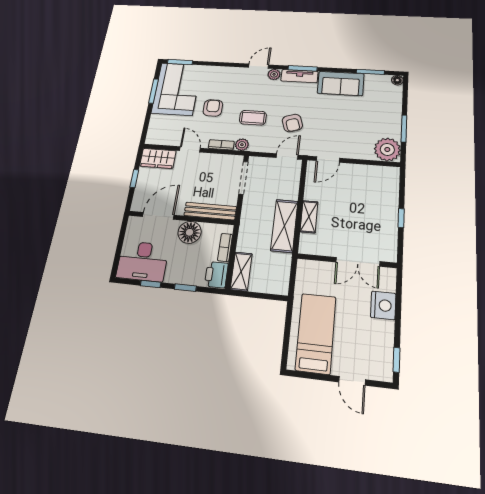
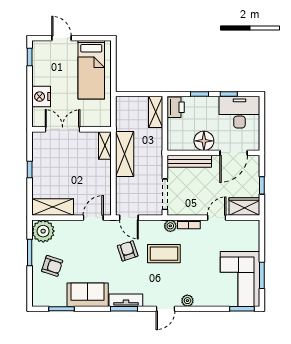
plant: (274, 74) -> (187, 301), moved
floor lamp: (397, 80) -> (37, 301), removed
armchair: (213, 108) -> (52, 266), moved, turned -72
coffee table: (253, 118) -> (164, 254), width x1.36, depth x1.30
door: (190, 149) -> (217, 218), swing flipped
door: (287, 156) -> (129, 218), hinge flipped
shelving: (375, 174) -> (53, 207), added
shelving: (309, 217) -> (105, 145), moved
bookcase: (225, 247) -> (172, 131), removed

